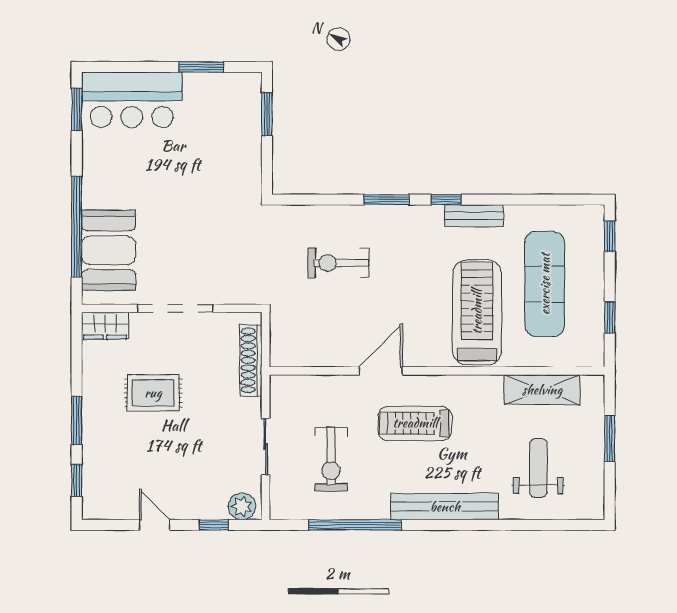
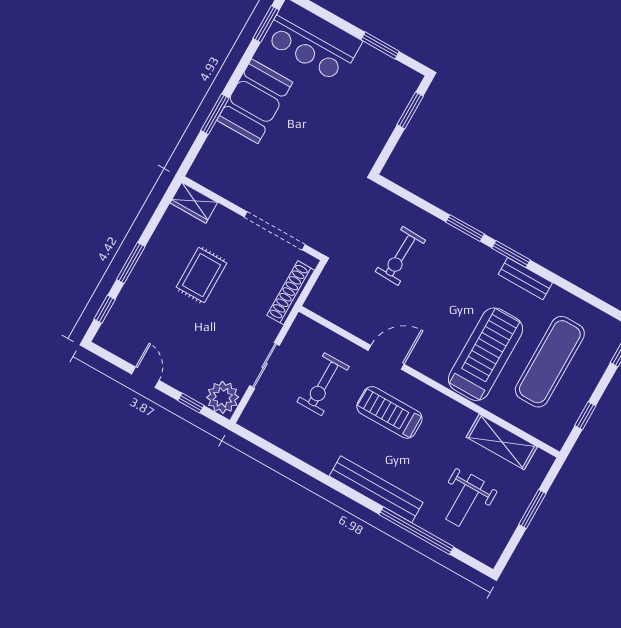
window: (446, 200) -> (511, 254), width x1.50
window: (77, 227) -> (215, 114), width x0.47
booth: (109, 250) -> (255, 101), moved
exercise bike: (338, 263) -> (400, 256), turned -88
doorway: (175, 308) -> (275, 231), moved
rug: (153, 393) -> (202, 275), turned 90
exercise bike: (331, 459) -> (323, 384), moved
weight bench: (538, 468) -> (465, 500), turned 180
plant: (242, 506) -> (223, 397), width x1.36, depth x1.36
window: (355, 525) -> (416, 531), moved

